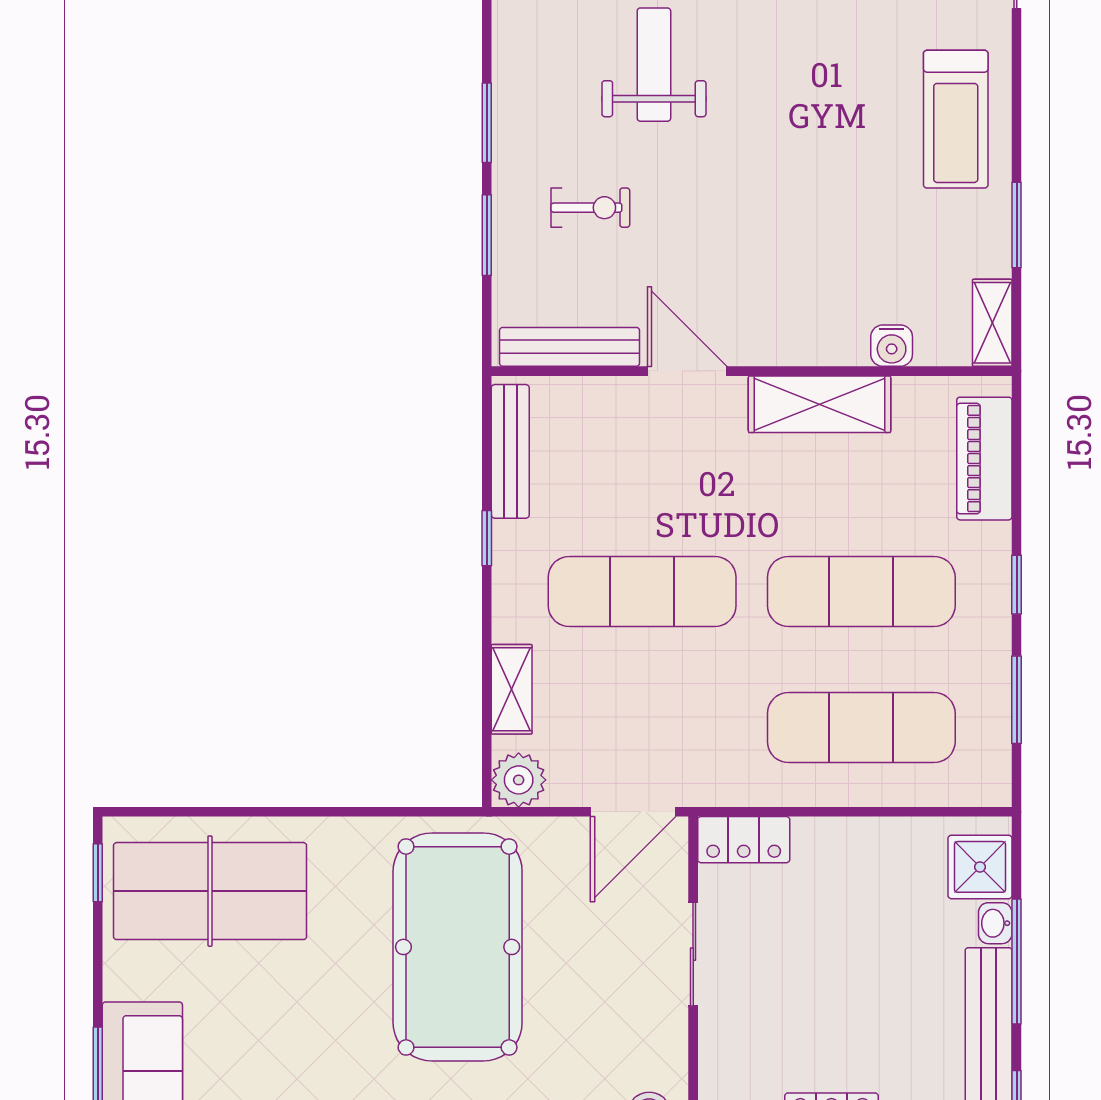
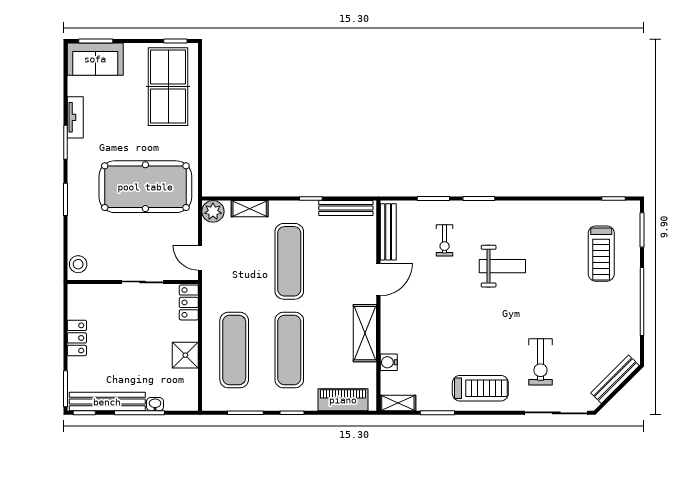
treadmill: (956, 119) -> (480, 388), turned 180
door: (633, 812) -> (200, 258), width x0.73
shower: (980, 867) -> (185, 355), moved

